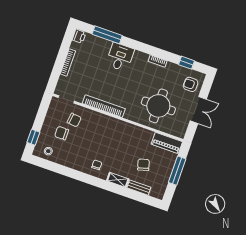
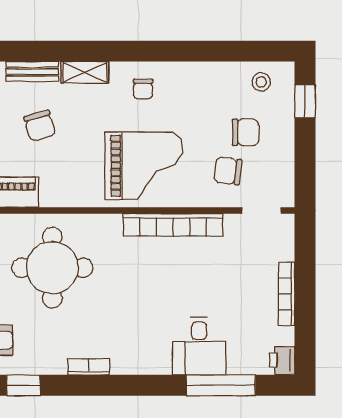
desk: (120, 57) -> (199, 346), moved
grand piano: (107, 134) -> (144, 166), added

